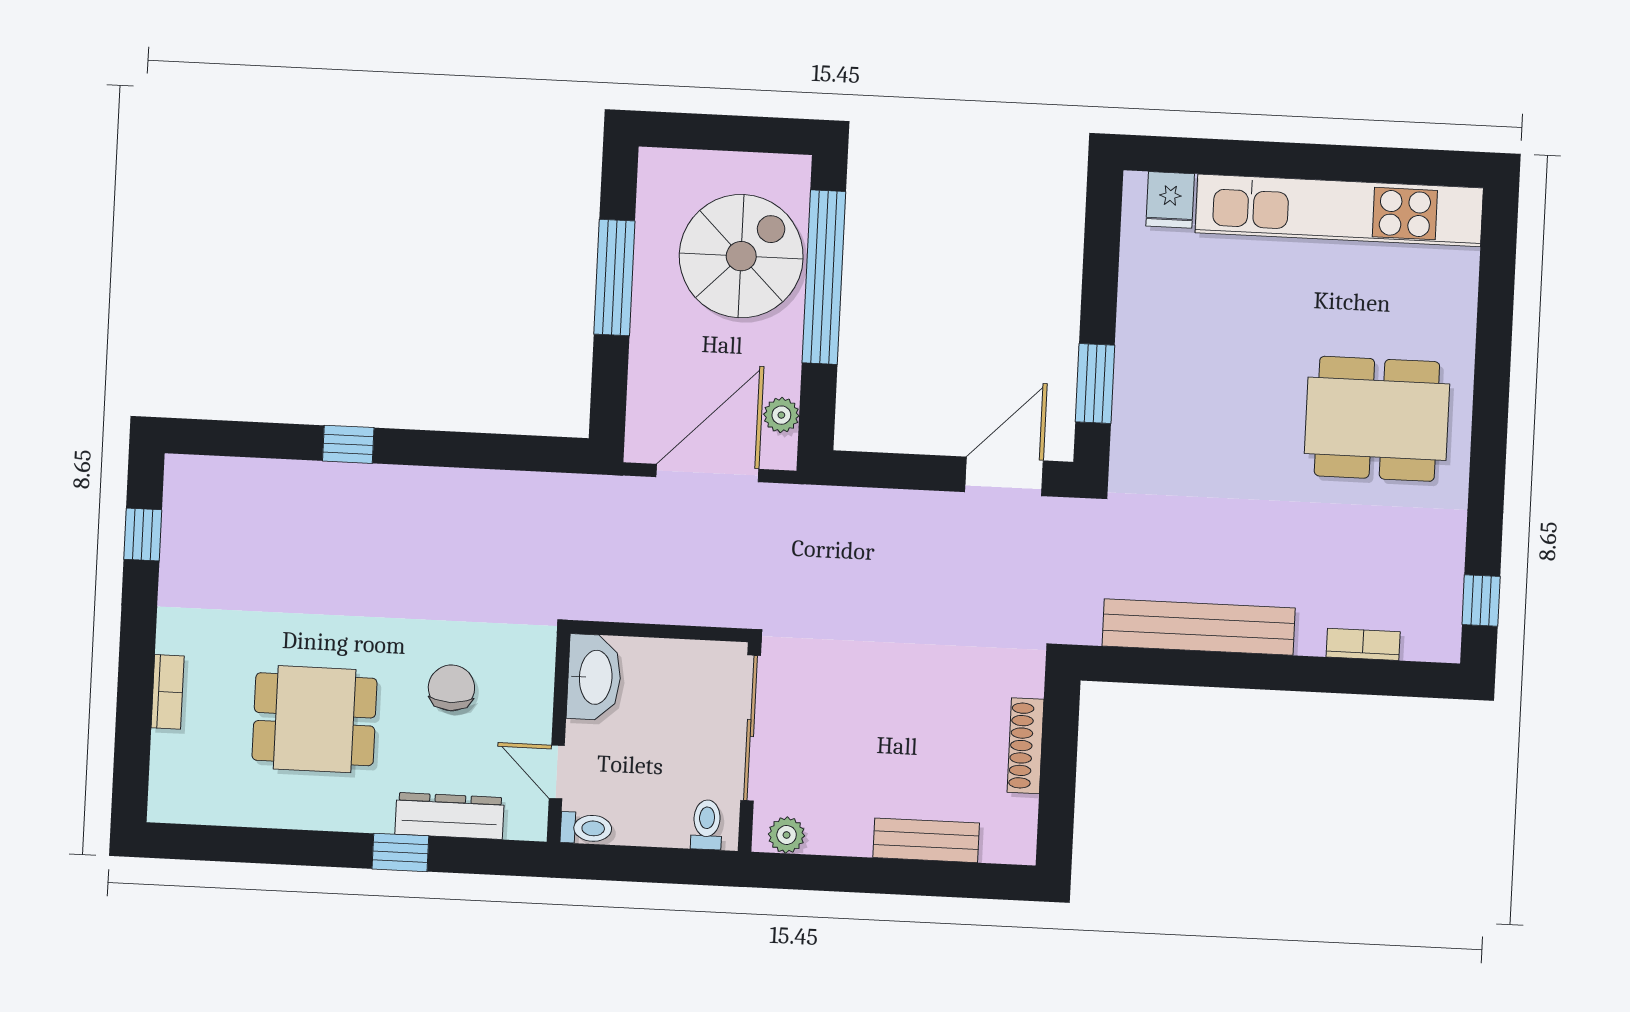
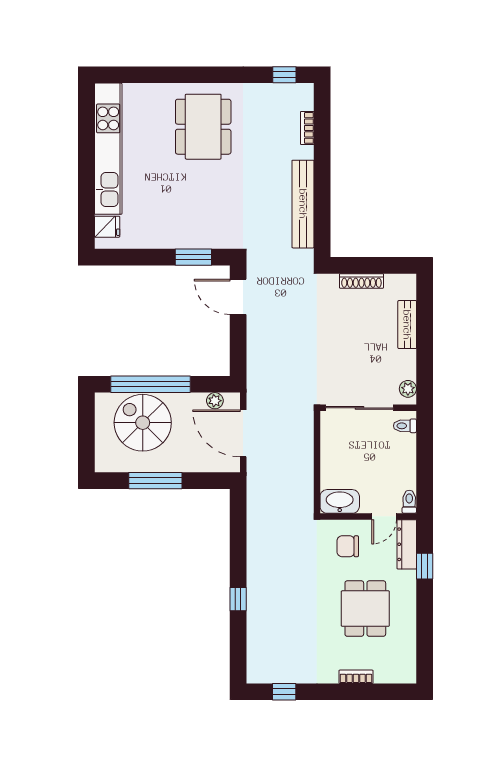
washbasin: (594, 677) -> (340, 501), moved
wall: (558, 738) -> (368, 516), moved
door: (557, 772) -> (384, 516), moved
toilet: (586, 828) -> (409, 502), moved

